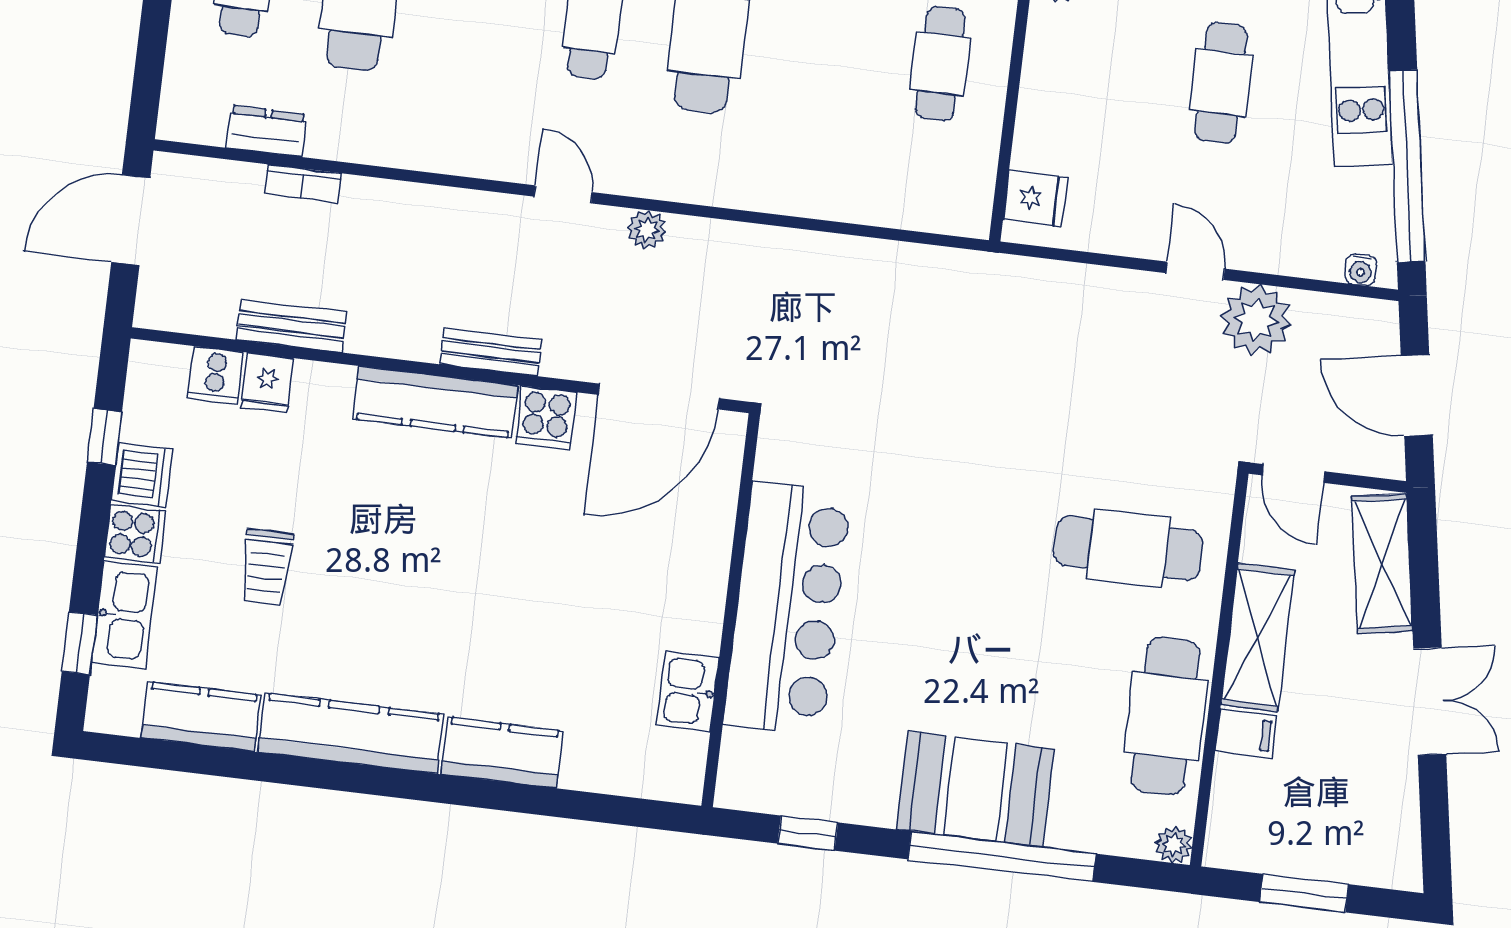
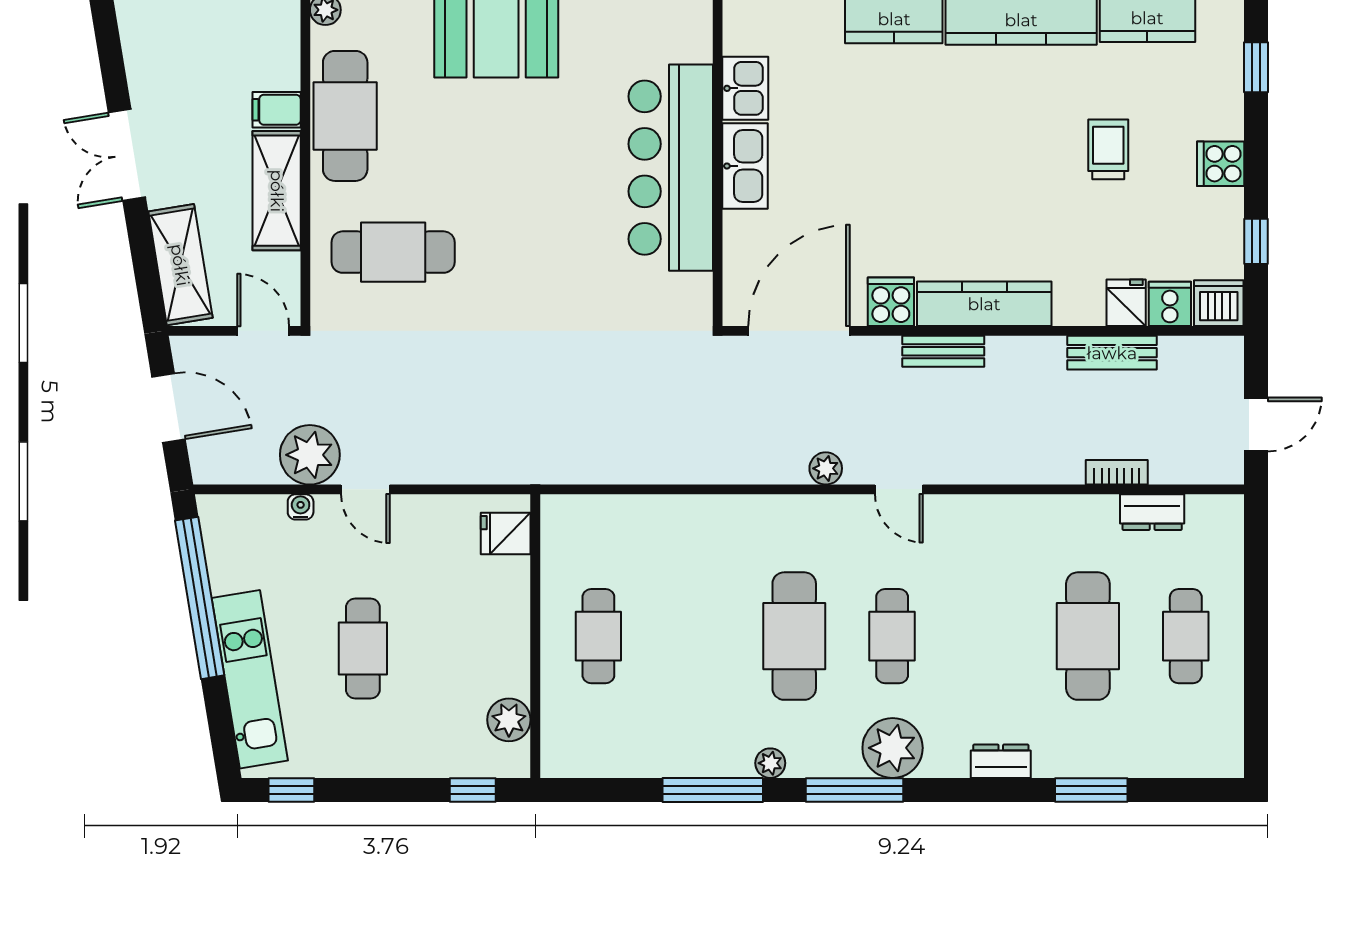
door: (131, 220) -> (1256, 424), width x0.73
water cooler: (1361, 270) -> (301, 507), moved
dishwasher: (142, 475) -> (1219, 303), moved, turned 90
kitchen sink: (124, 615) -> (745, 166), moved, turned 180

